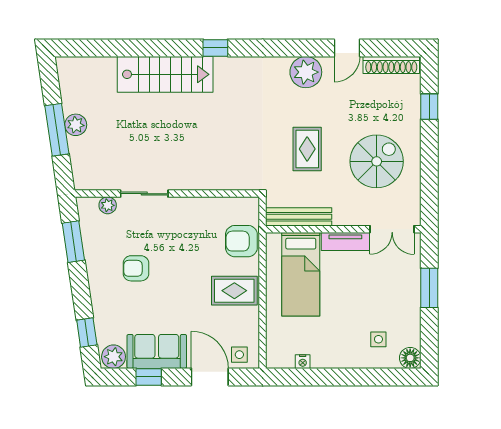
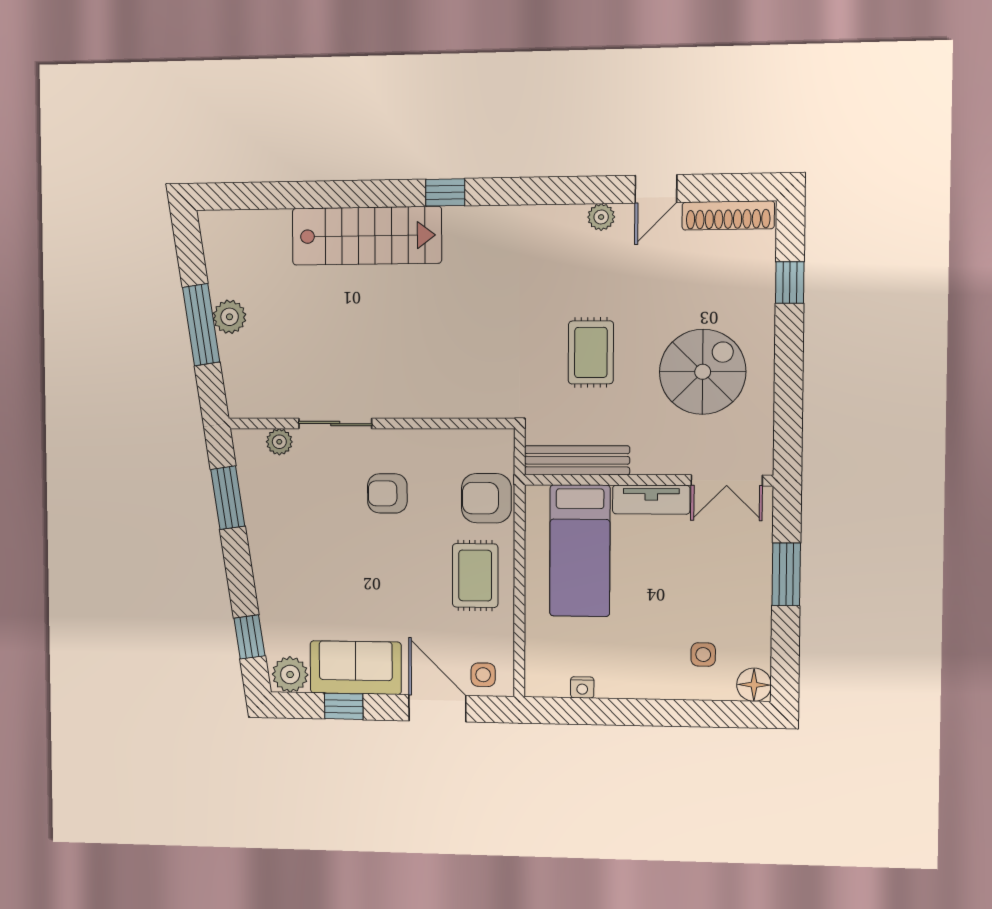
plant: (306, 72) -> (601, 217), width x0.53, depth x0.53
armchair: (136, 268) -> (387, 493), moved
rug: (234, 291) -> (475, 576), turned 90

